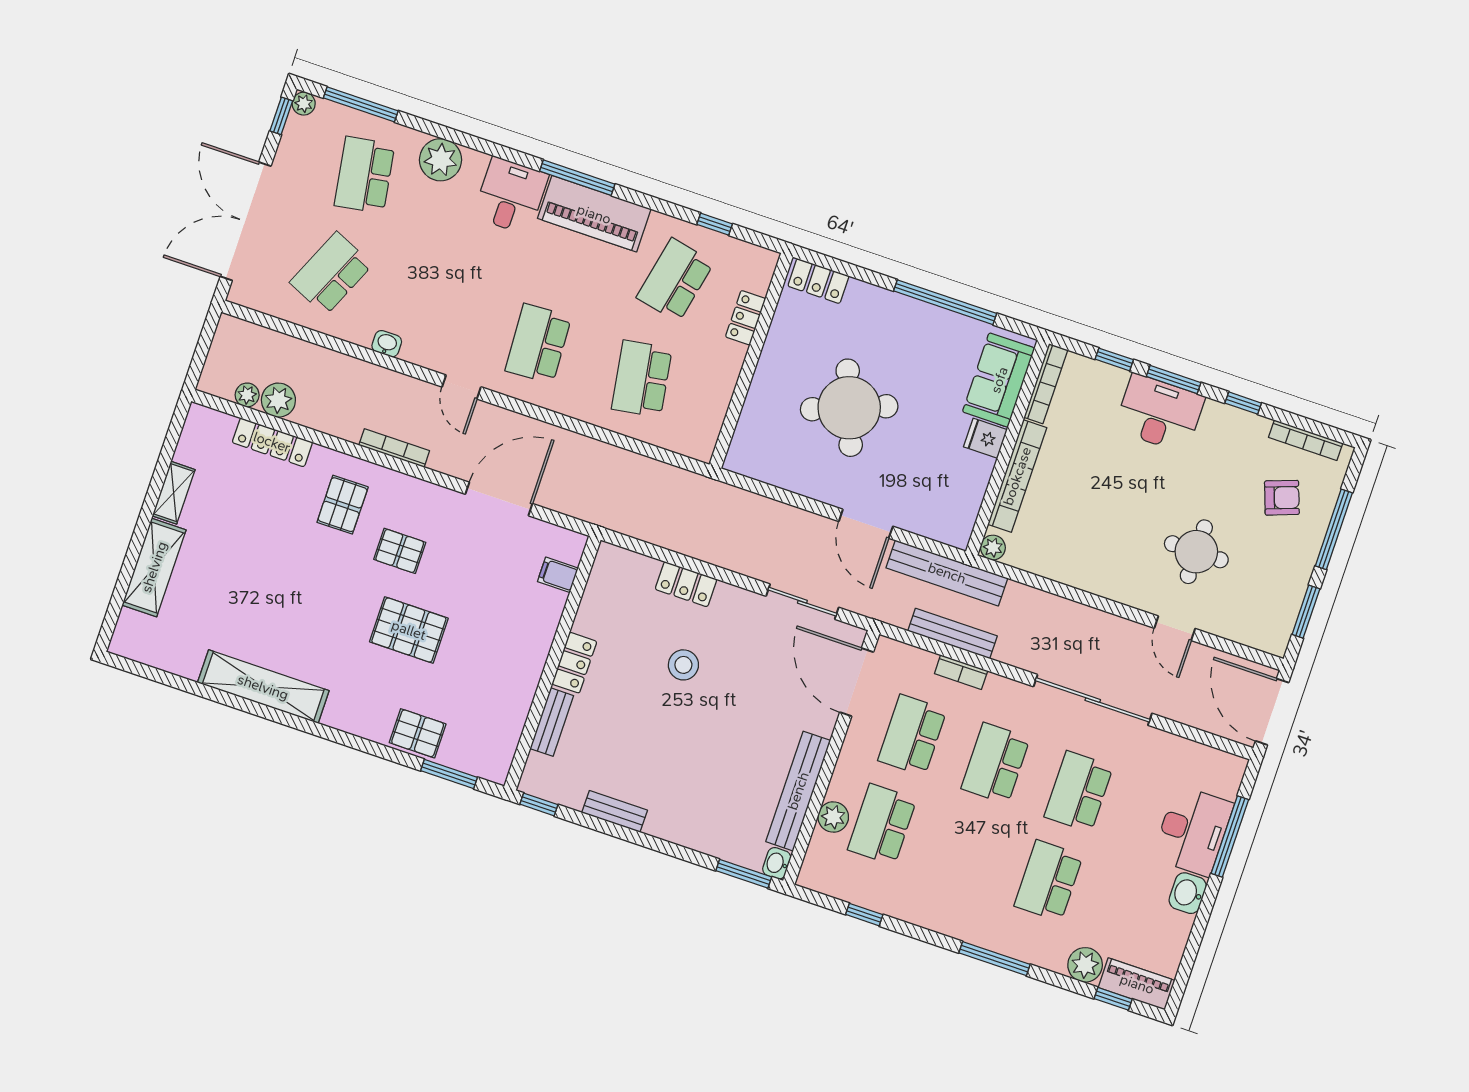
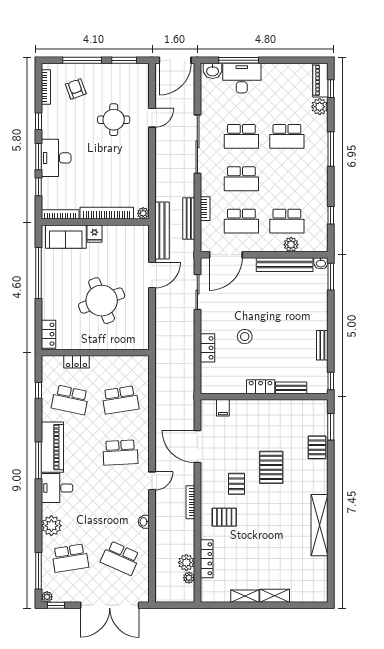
shelving: (154, 567) -> (275, 596), width x0.67, depth x0.75
washbasin: (1188, 893) -> (213, 71), moved

